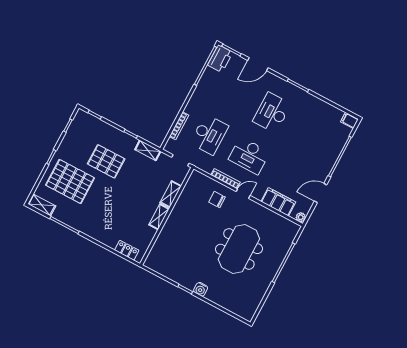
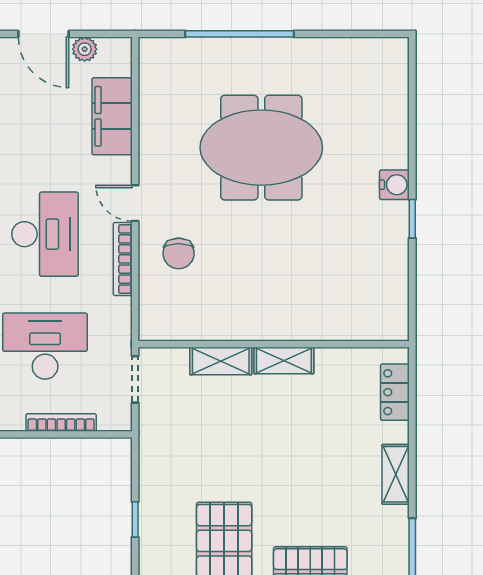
shelving: (148, 150) -> (396, 474), moved
plant: (301, 217) -> (85, 49), moved

